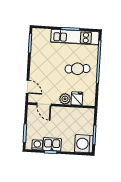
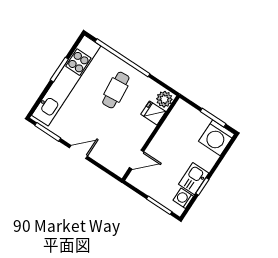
kitchen unit: (75, 37) -> (66, 81), width x1.36
door: (28, 87) -> (78, 152), moved
plant: (65, 99) -> (164, 99), moved

